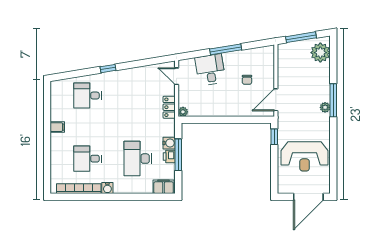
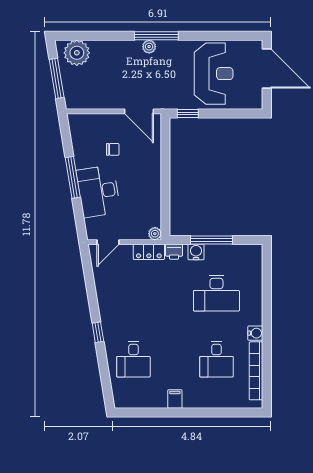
desk: (210, 70) -> (98, 191), width x1.37
window: (333, 100) -> (156, 36), moved
printer: (169, 156) -> (174, 252), moved
filing cabinet: (164, 187) -> (253, 259), removed

